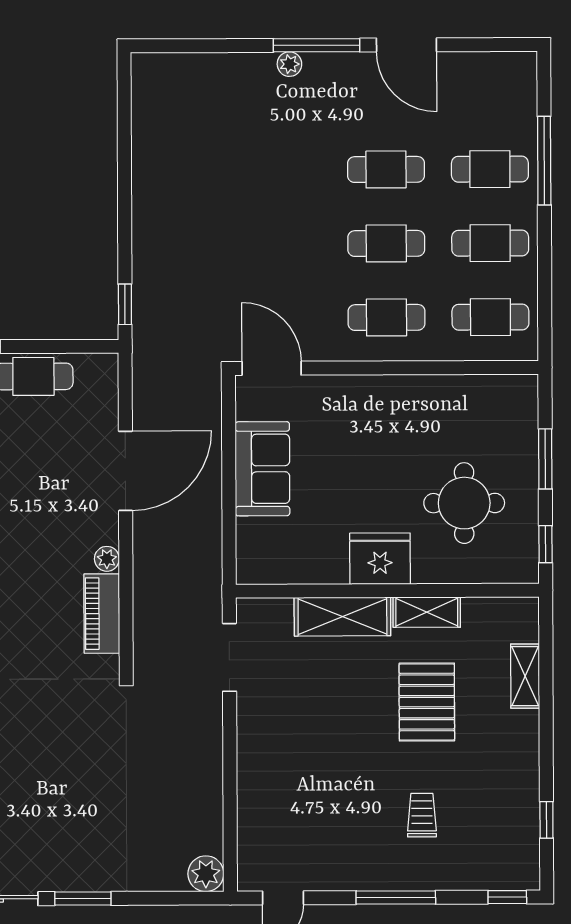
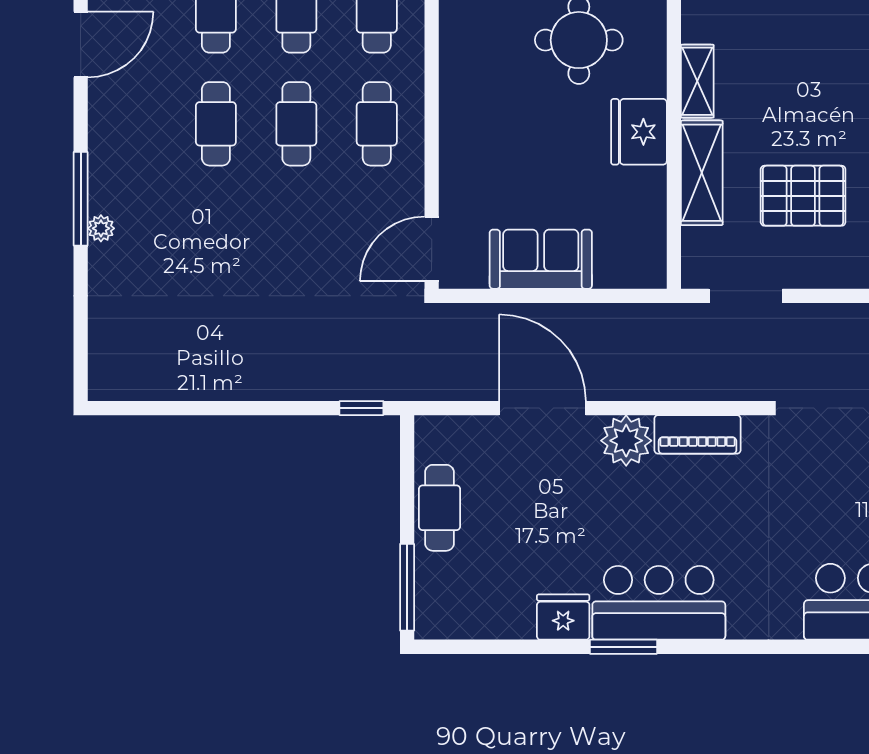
door: (406, 45) -> (81, 45), moved
plant: (107, 559) -> (626, 441), width x1.88, depth x1.88
pallet: (427, 702) -> (803, 196), moved

